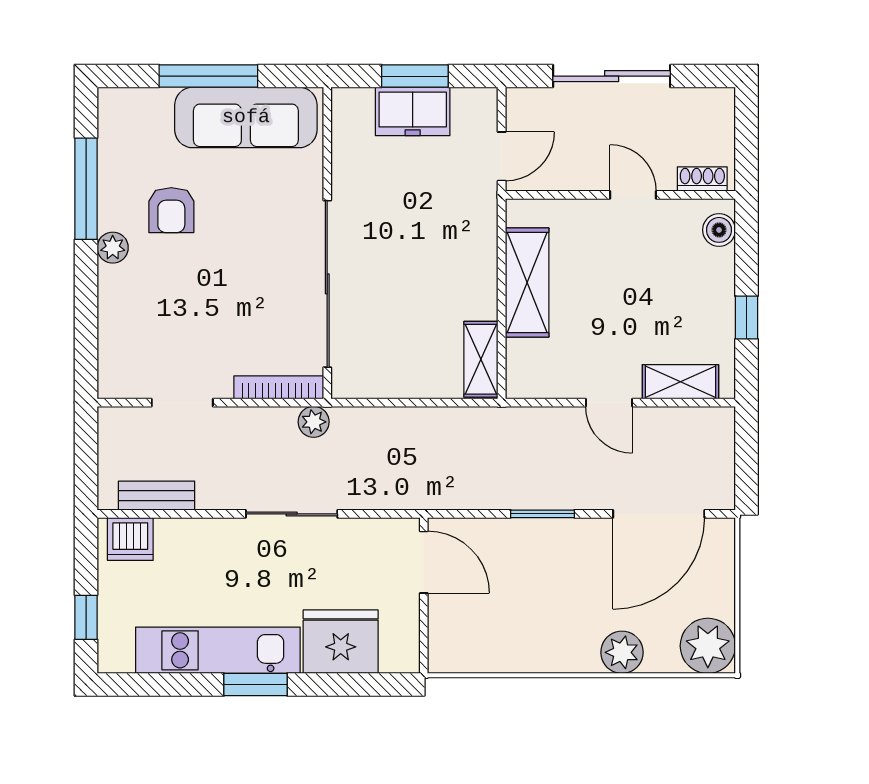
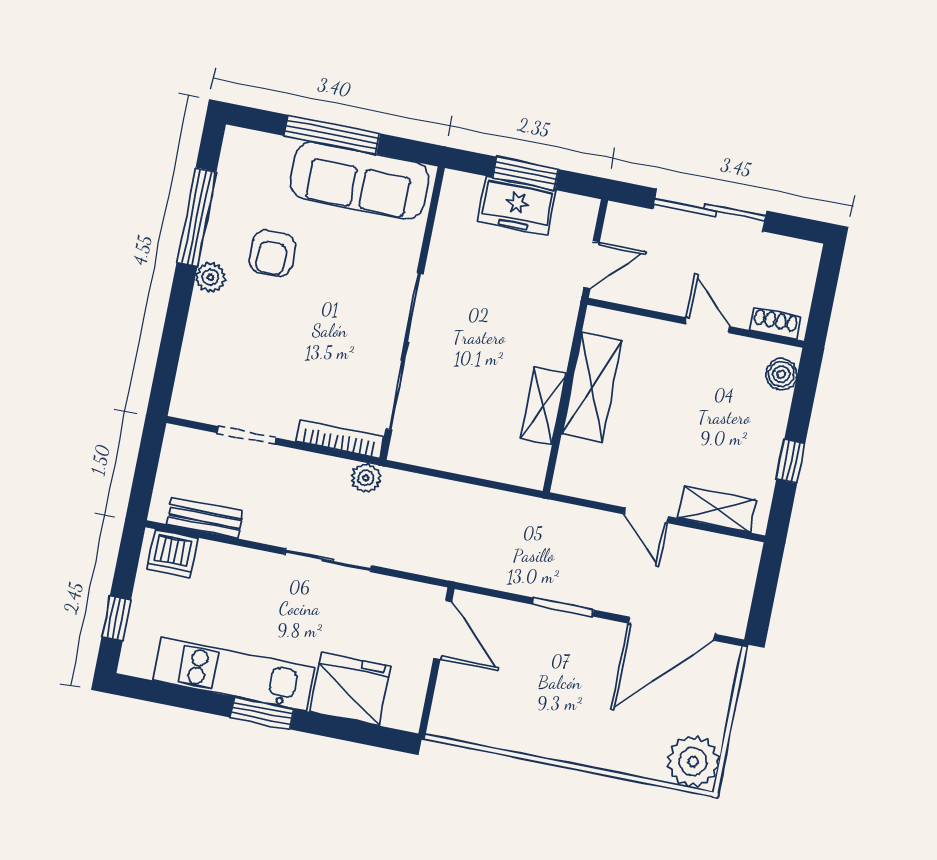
shelving: (481, 359) -> (543, 406), moved
plant: (622, 652) -> (611, 751), removed

